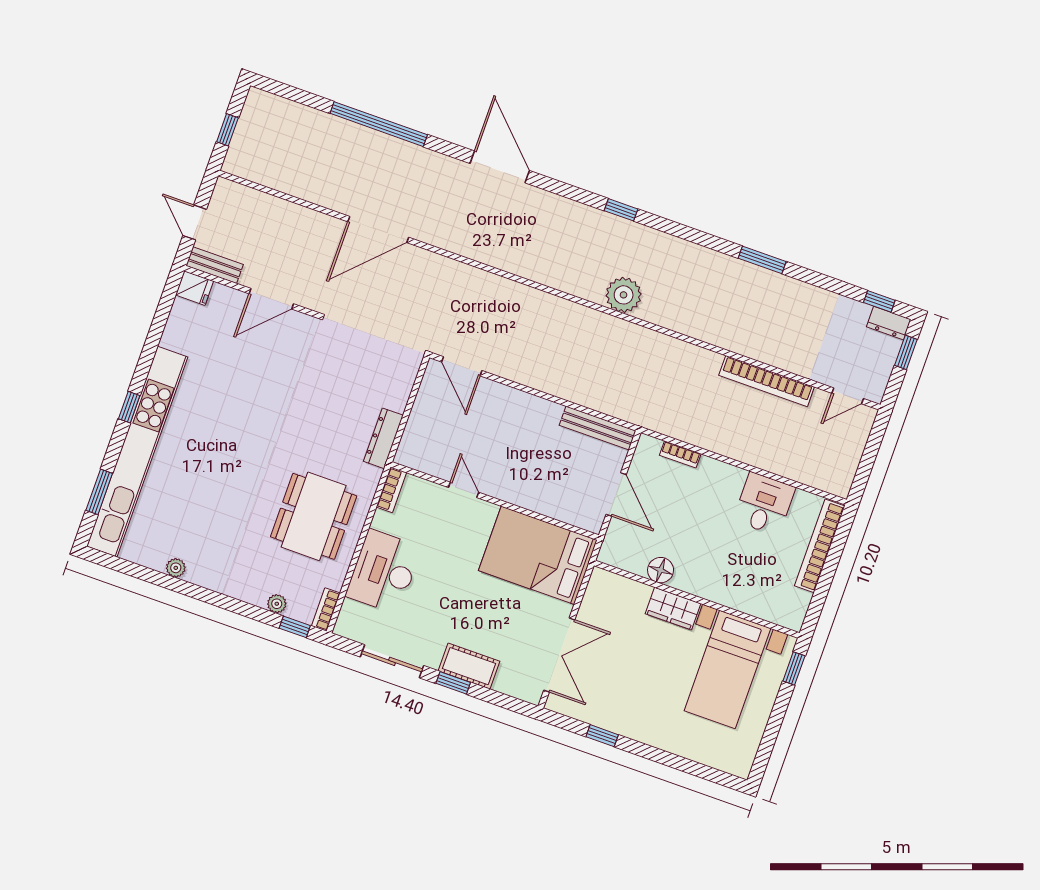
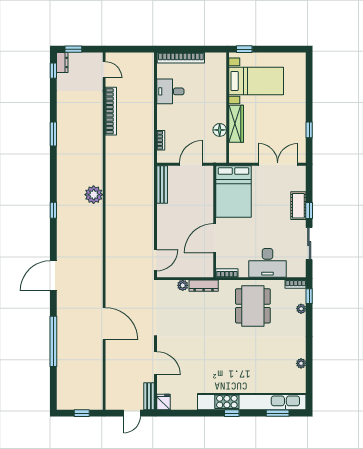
plant: (398, 400) -> (183, 285), added
door: (464, 490) -> (215, 238), width x1.88
dining table: (314, 516) -> (253, 306), turned 90
wardrobe: (673, 609) -> (236, 124), width x1.50

